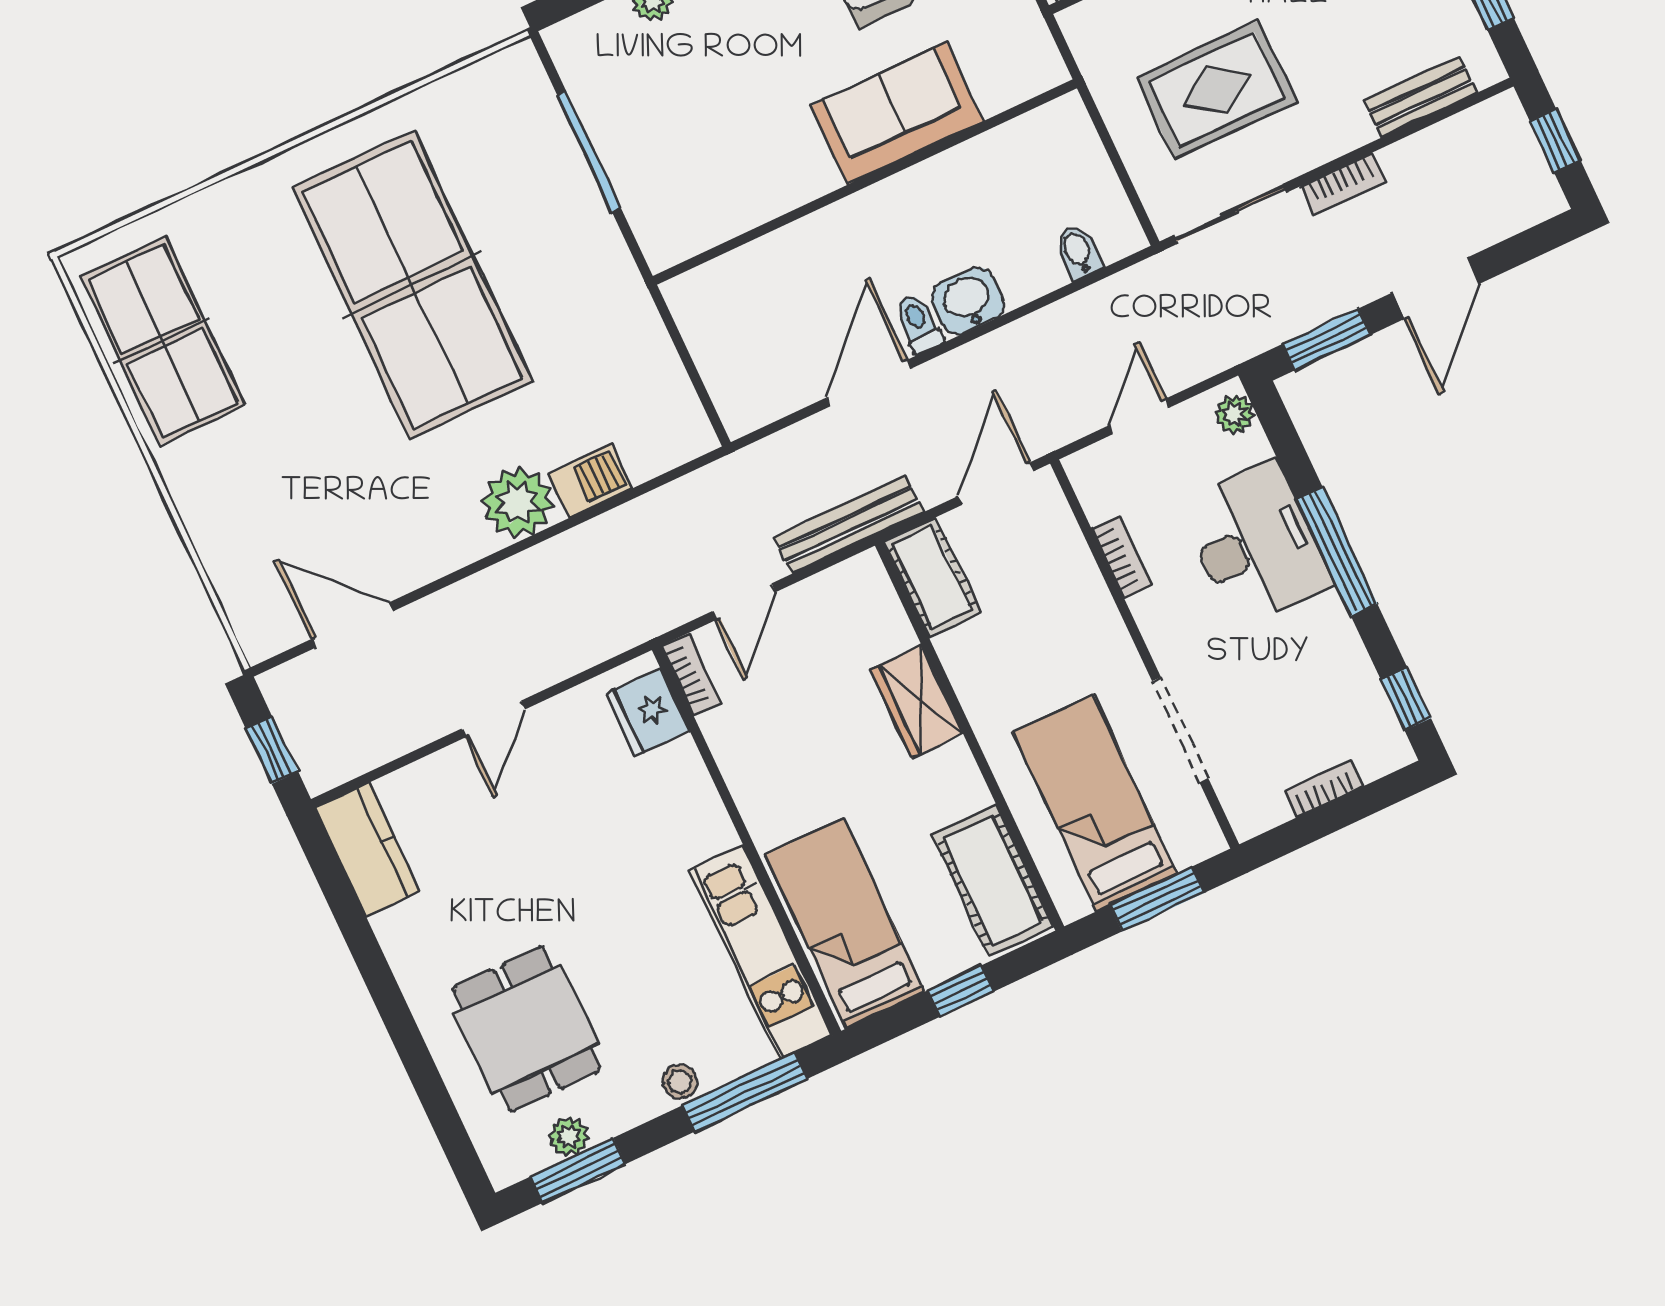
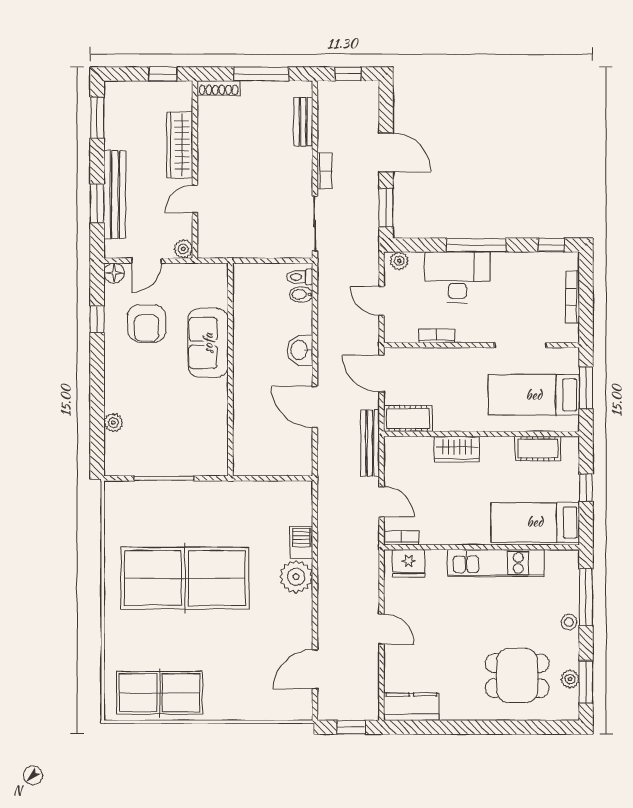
rug: (1217, 90) -> (261, 205), removed
toilet: (918, 323) -> (300, 277), moved
bookcase: (1324, 789) -> (573, 297), width x1.56
cot: (992, 880) -> (538, 448), width x0.73, depth x0.75
kitchen unit: (761, 953) -> (496, 563), moved

